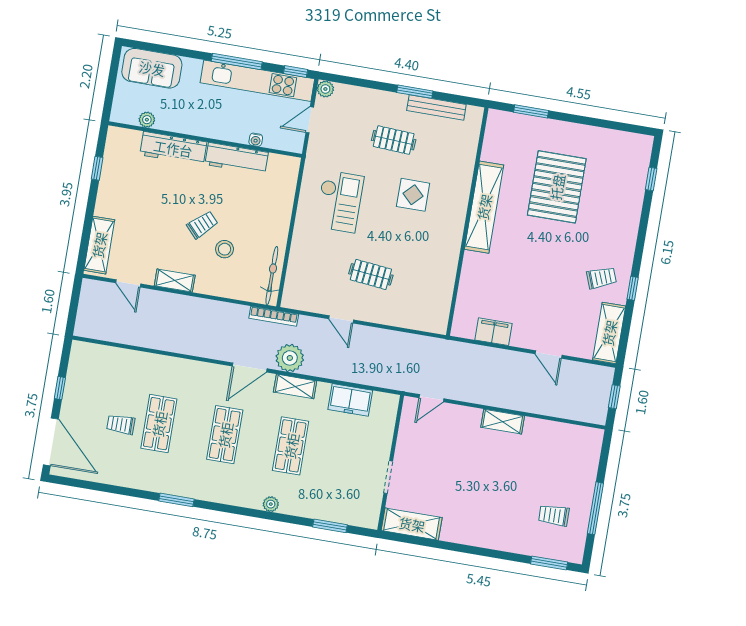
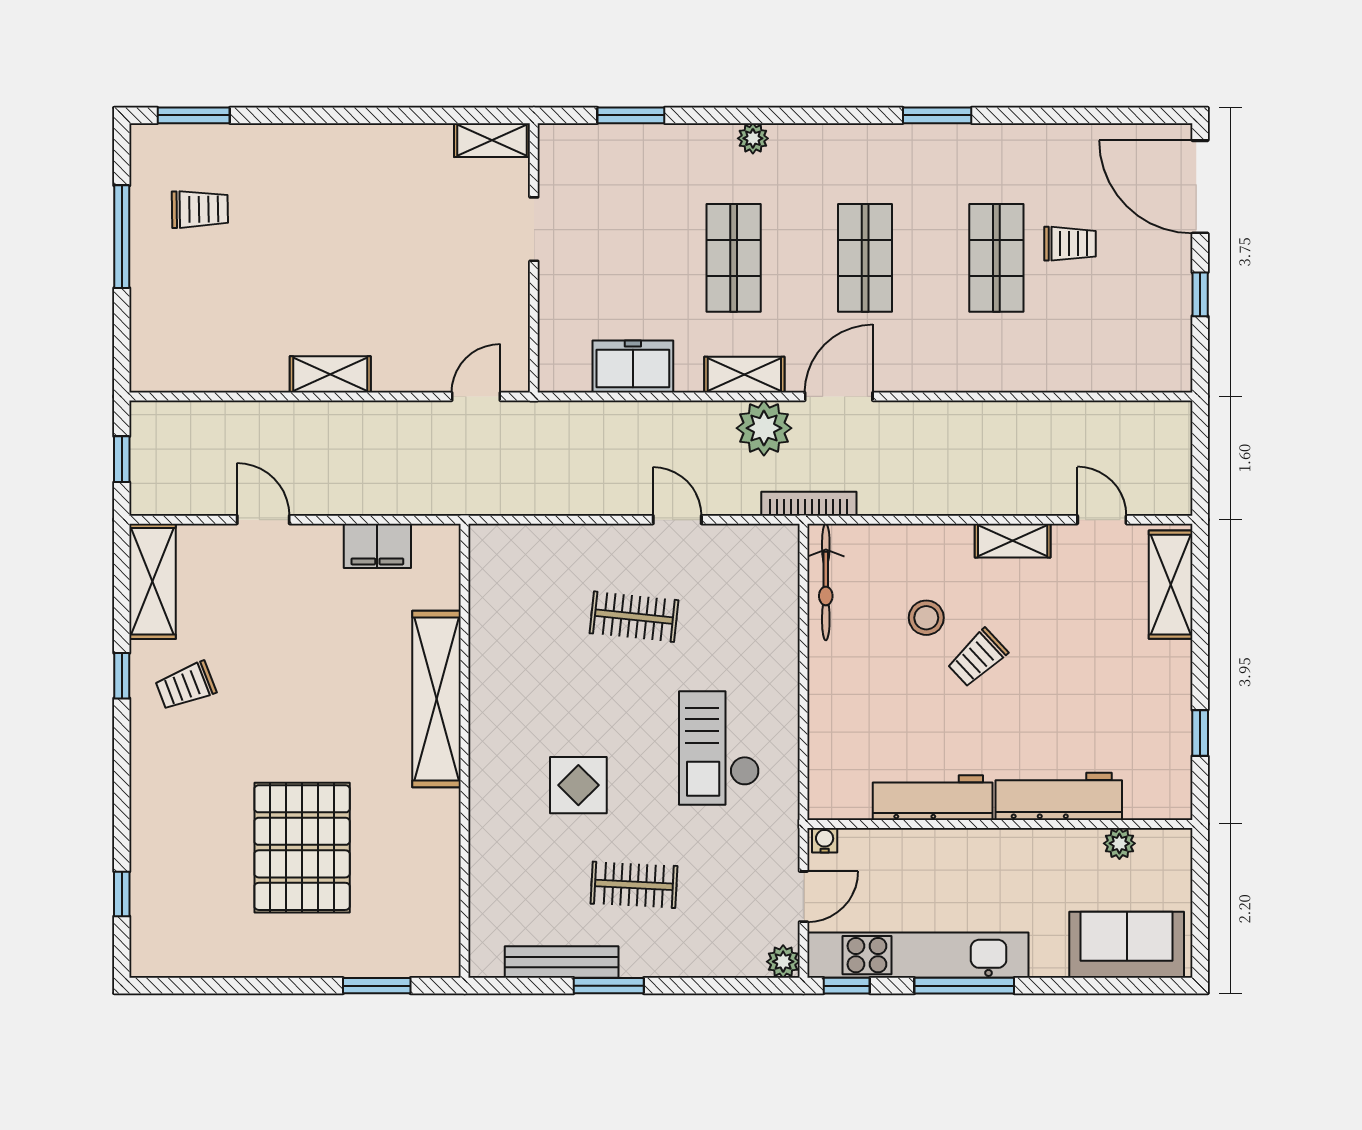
water cooler: (256, 140) -> (825, 840), moved
shelving: (484, 207) -> (437, 699), moved
shelving: (412, 524) -> (492, 140), width x0.67, depth x0.75

